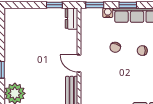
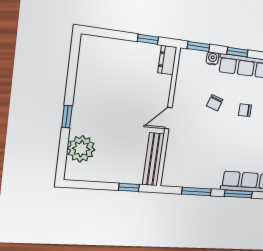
door: (79, 63) -> (168, 118), hinge flipped

